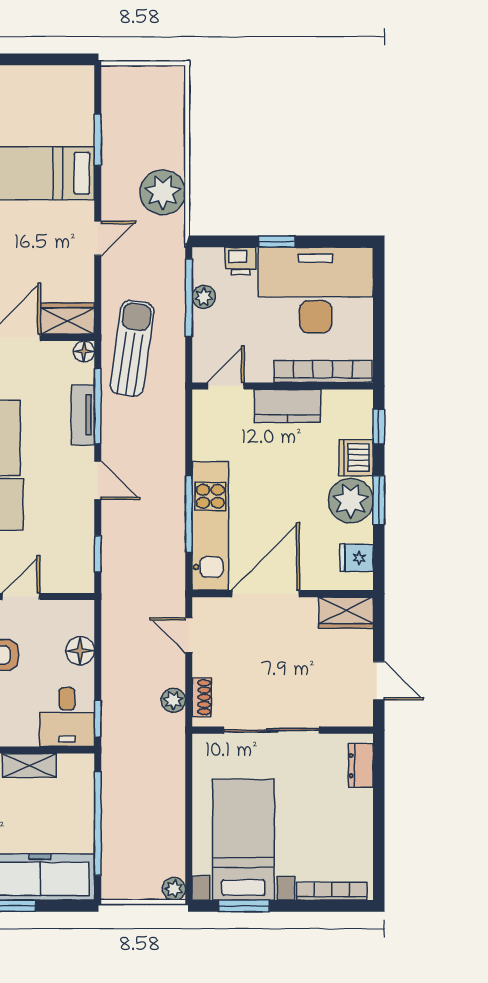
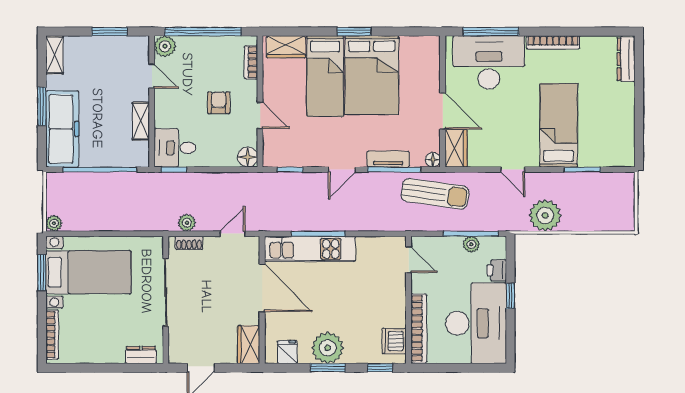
kitchen counter: (287, 406) -> (395, 303), removed
dishwasher: (356, 458) -> (394, 341), moved, turned -90
floor lamp: (80, 651) -> (248, 157), moved

